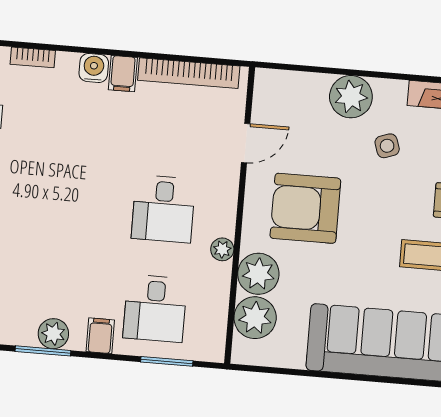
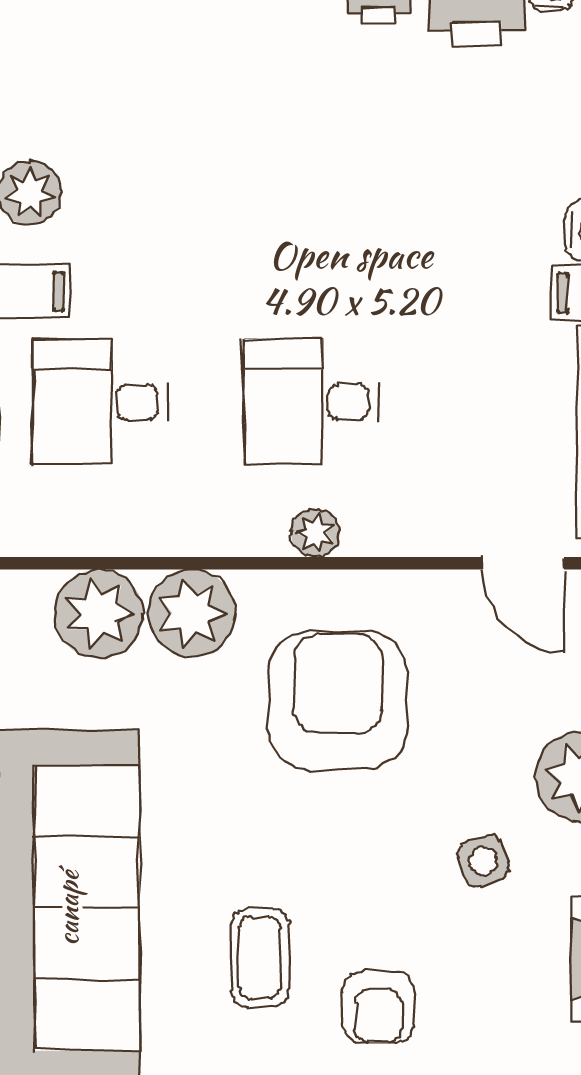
door: (246, 143) -> (523, 563), moved
plant: (222, 249) -> (315, 533), moved

